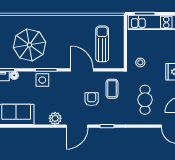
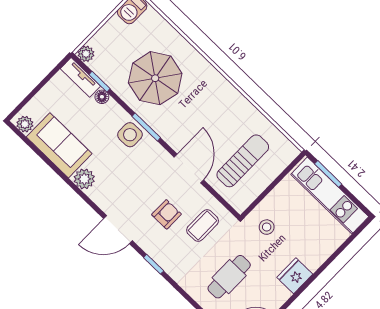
plant: (55, 118) -> (84, 179), moved

